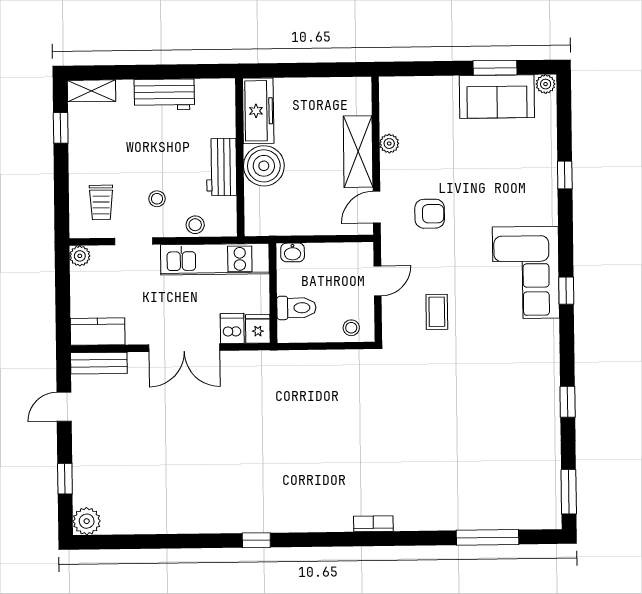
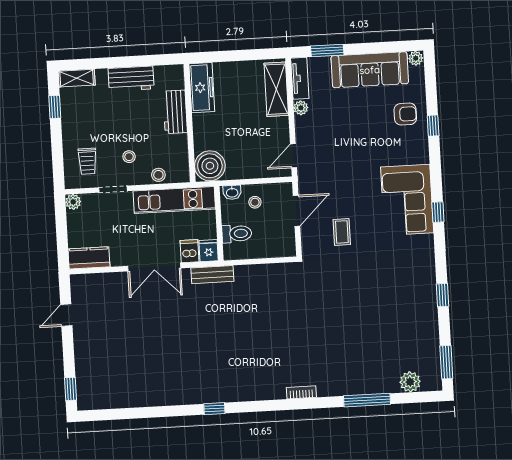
window: (495, 68) -> (327, 51), moved
sofa: (497, 97) -> (370, 70), width x1.36
tv unit: (390, 104) -> (300, 78), added
shelving: (358, 152) -> (276, 89), moved
boiler: (264, 166) -> (210, 166), moved
workbench: (222, 167) -> (175, 112), moved
armchair: (430, 214) -> (405, 114), moved
door: (378, 281) -> (297, 211), width x1.38
stool: (351, 328) -> (255, 202), moved
bench: (99, 363) -> (212, 275), moved
window: (65, 479) -> (70, 389), moved
plant: (87, 521) -> (410, 382), moved
window: (488, 537) -> (367, 400), moved

